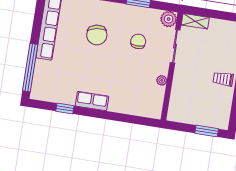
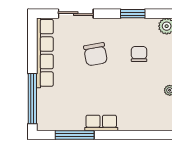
window: (65, 109) -> (75, 135), width x2.17

